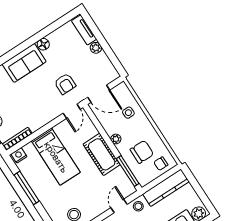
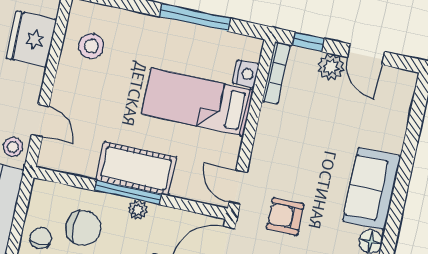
chair: (142, 152) -> (83, 228), turned -90
nightstand: (19, 155) -> (246, 74), moved
window: (128, 171) -> (128, 192), moved

